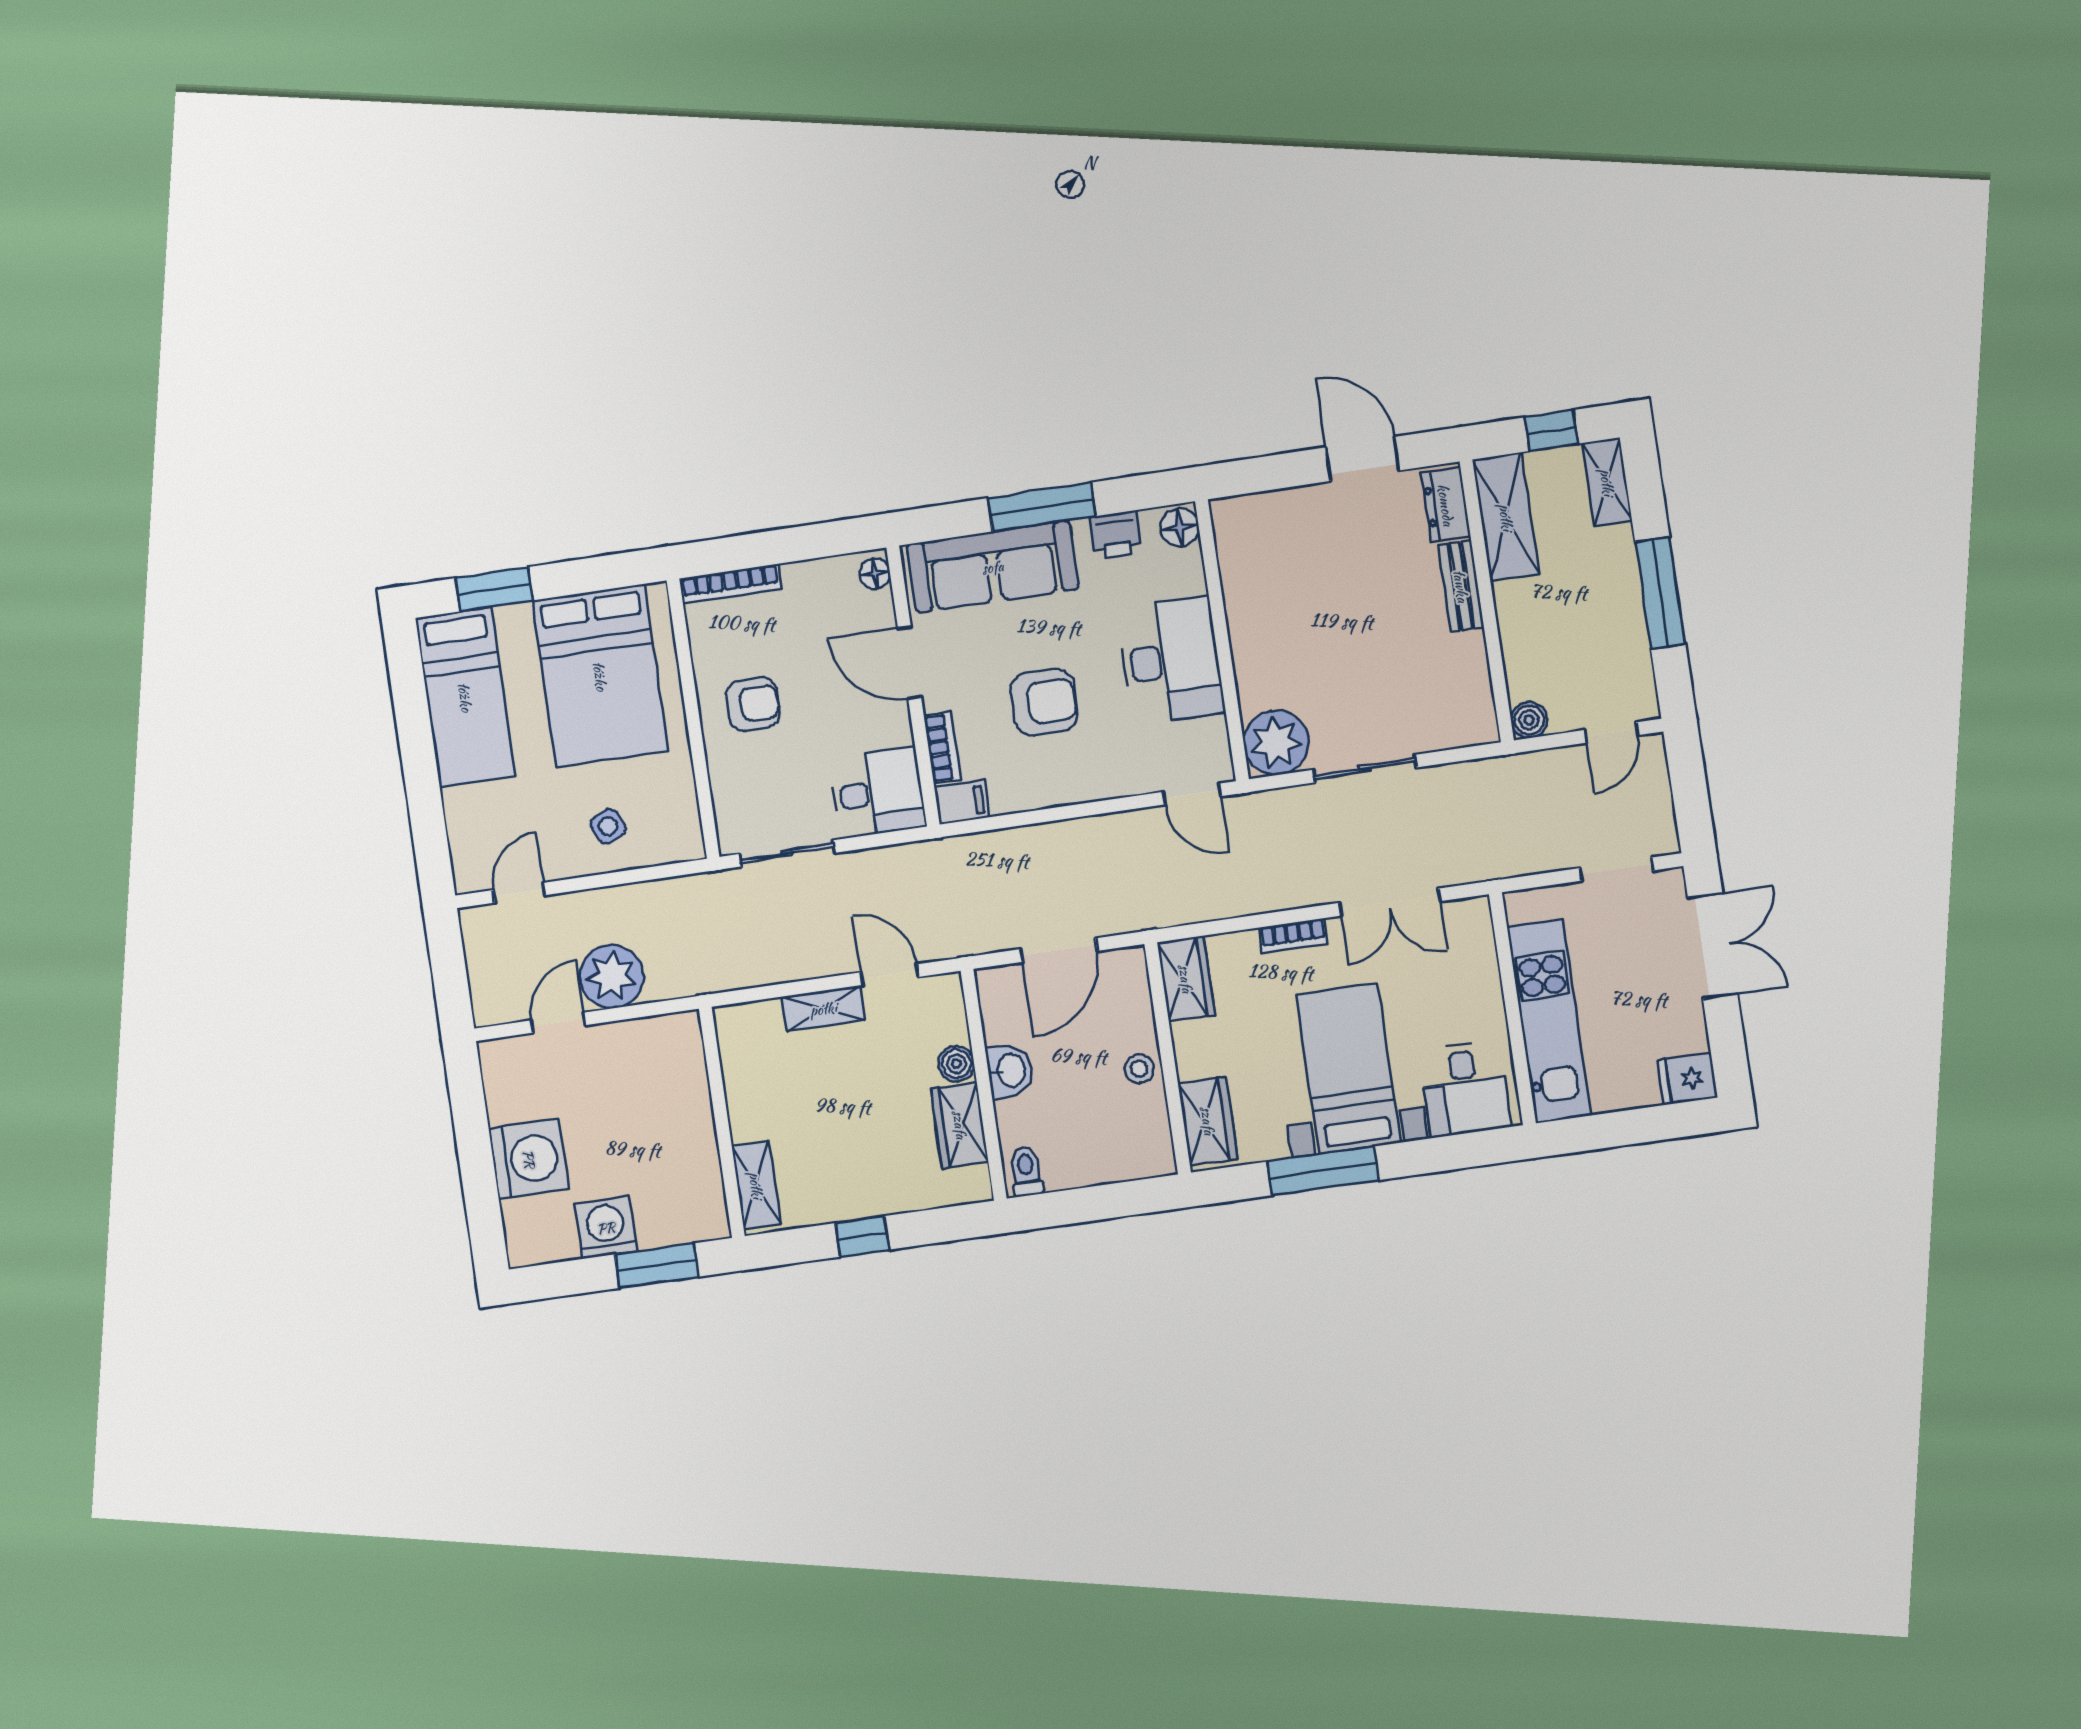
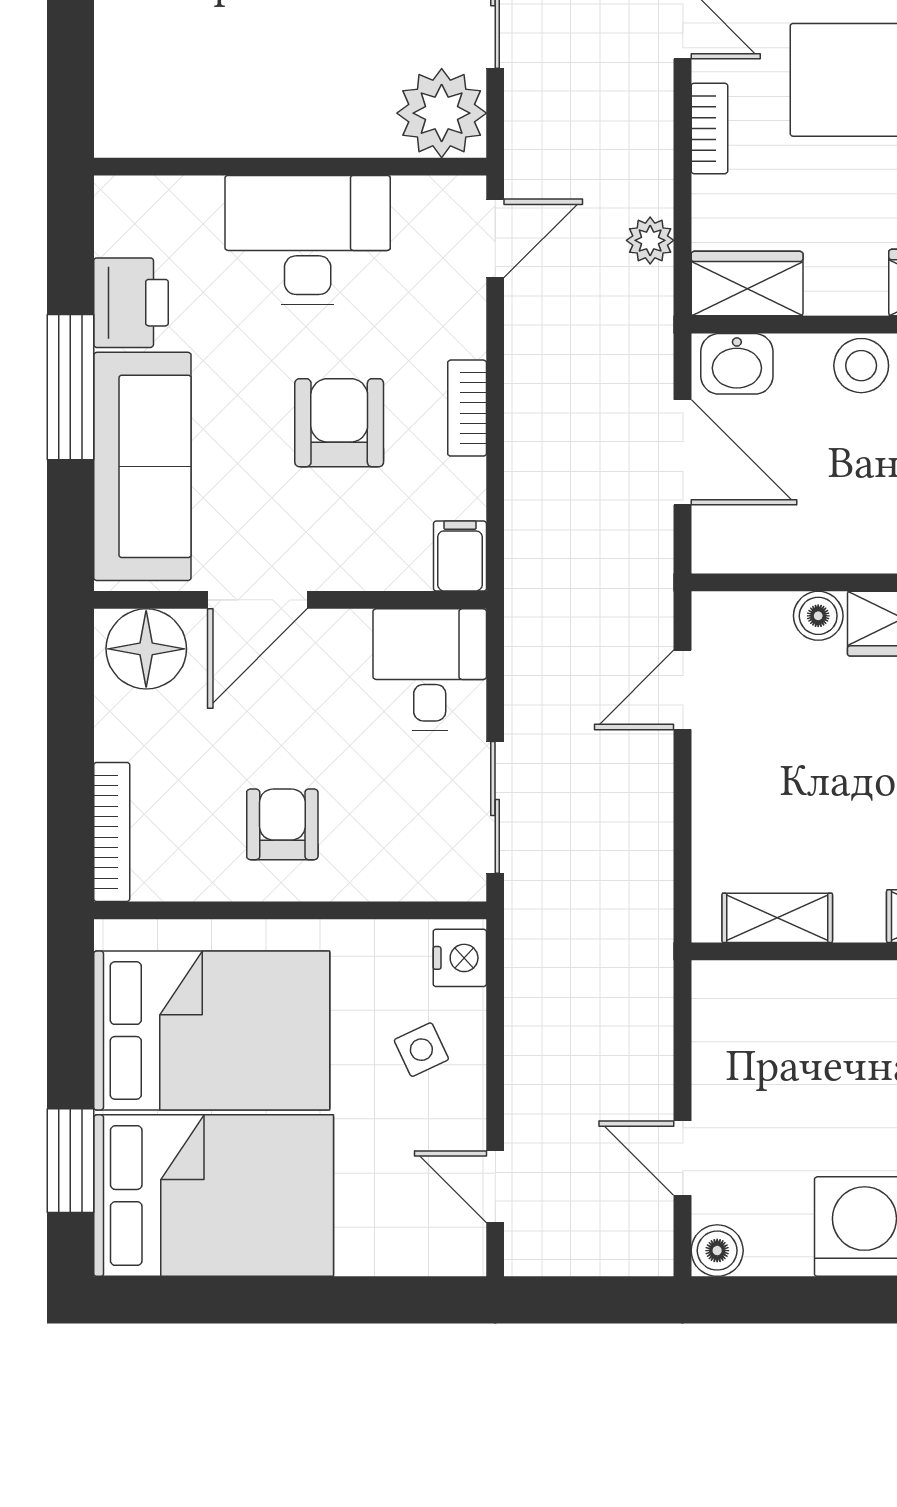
floor lamp: (1180, 527) -> (127, 202), removed
printer: (1116, 535) -> (131, 303), width x1.36, depth x1.24
floor lamp: (875, 573) -> (146, 649), width x1.89, depth x1.89
bed: (465, 697) -> (214, 1196), width x1.50
bookcase: (942, 748) -> (467, 408), moved, turned -90
nightstand: (677, 844) -> (460, 958), added
plant: (612, 976) -> (650, 240), moved, width x0.53, depth x0.53
shelving: (823, 1009) -> (777, 918), moved, turned 90
boiler: (497, 1057) -> (717, 1251), added
stool: (1139, 1069) -> (861, 366), width x1.37, depth x1.37
washbasin: (1010, 1071) -> (737, 364), moved, turned 180

